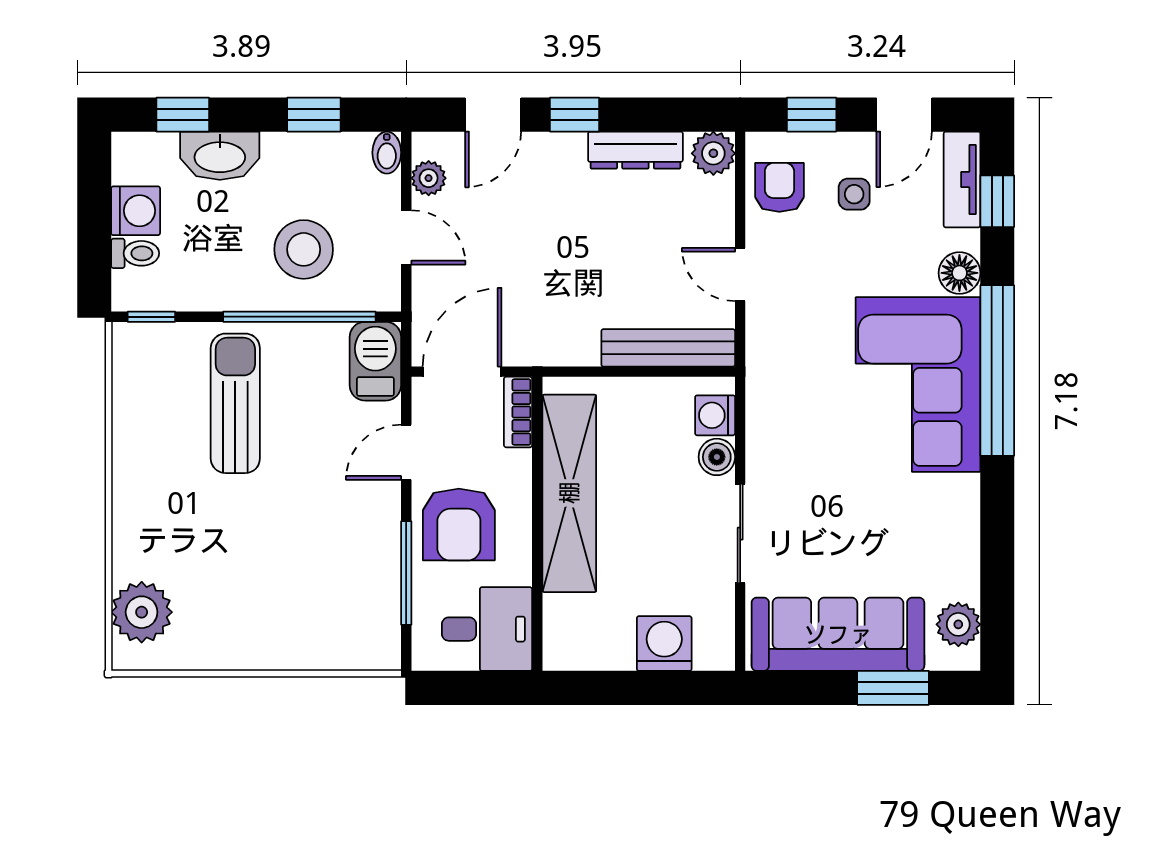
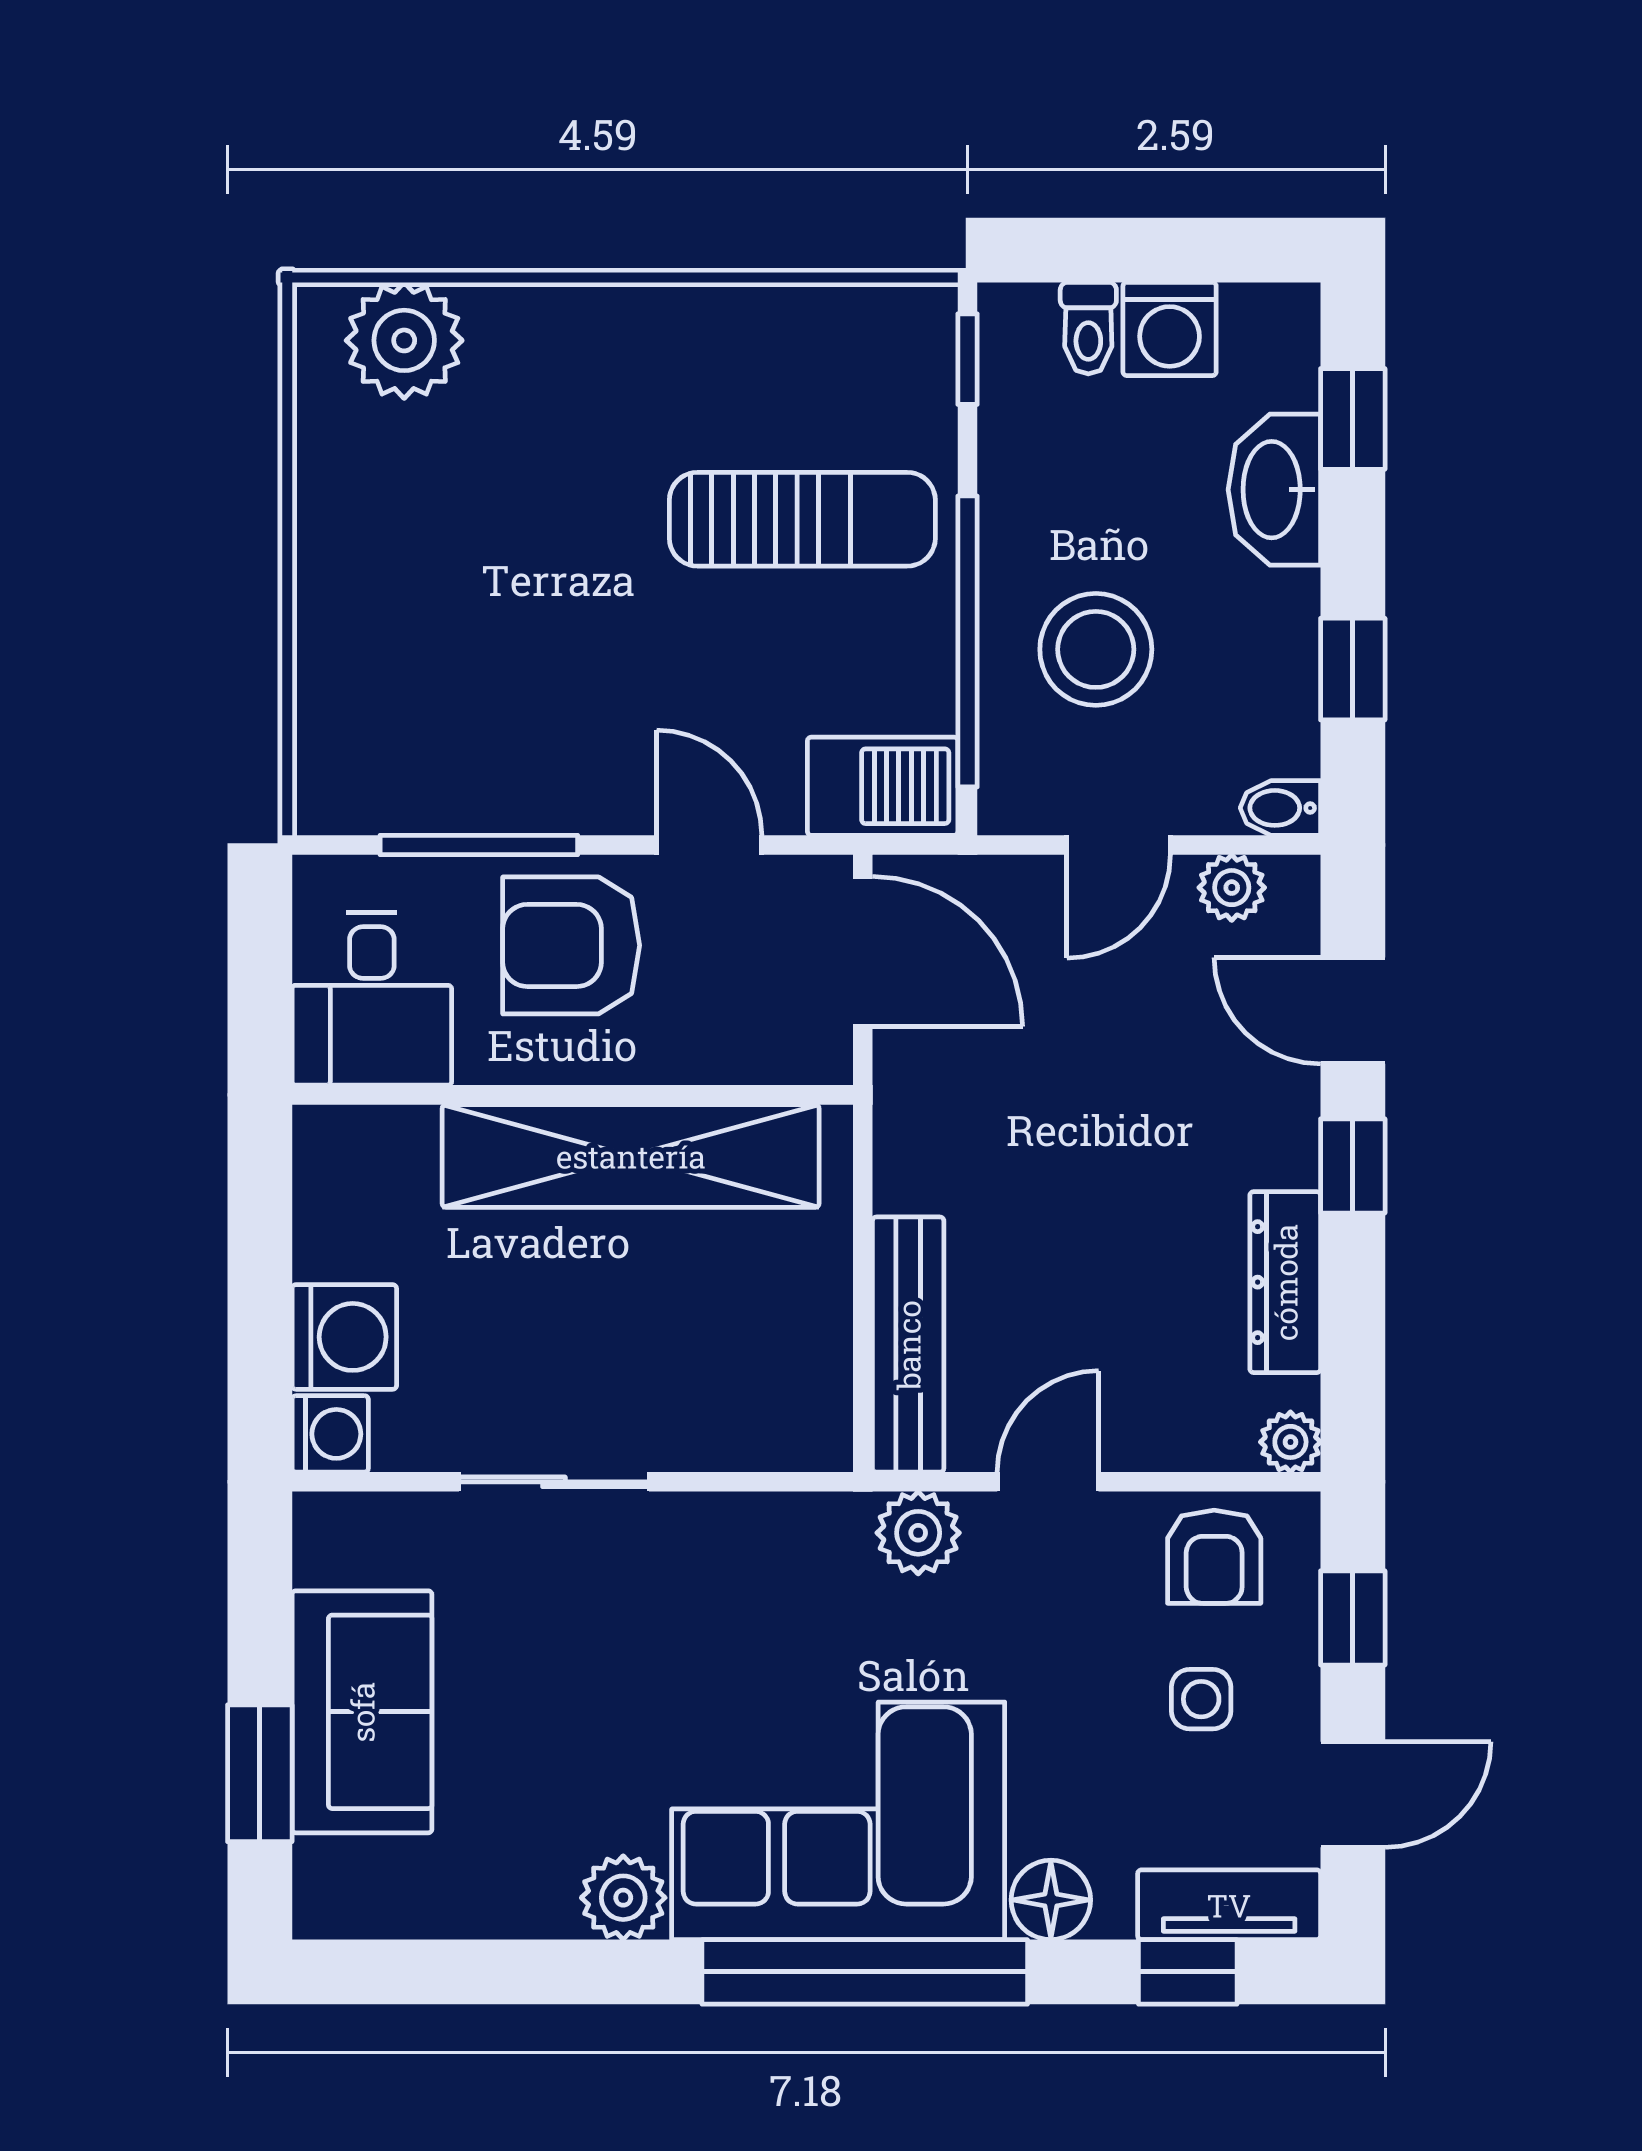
door: (904, 115) -> (1353, 1794), swing flipped
plant: (713, 153) -> (1290, 1442), width x0.73, depth x0.73
armchair: (779, 187) -> (1214, 1557), turned 90
plant: (767, 343) -> (918, 1533), added
bookcase: (518, 412) -> (786, 1058), removed
washing machine: (715, 415) -> (330, 1434), moved, turned 90
boiler: (717, 457) -> (700, 1437), removed
plant: (958, 624) -> (623, 1898), moved
sofa: (838, 634) -> (362, 1712), width x0.73

